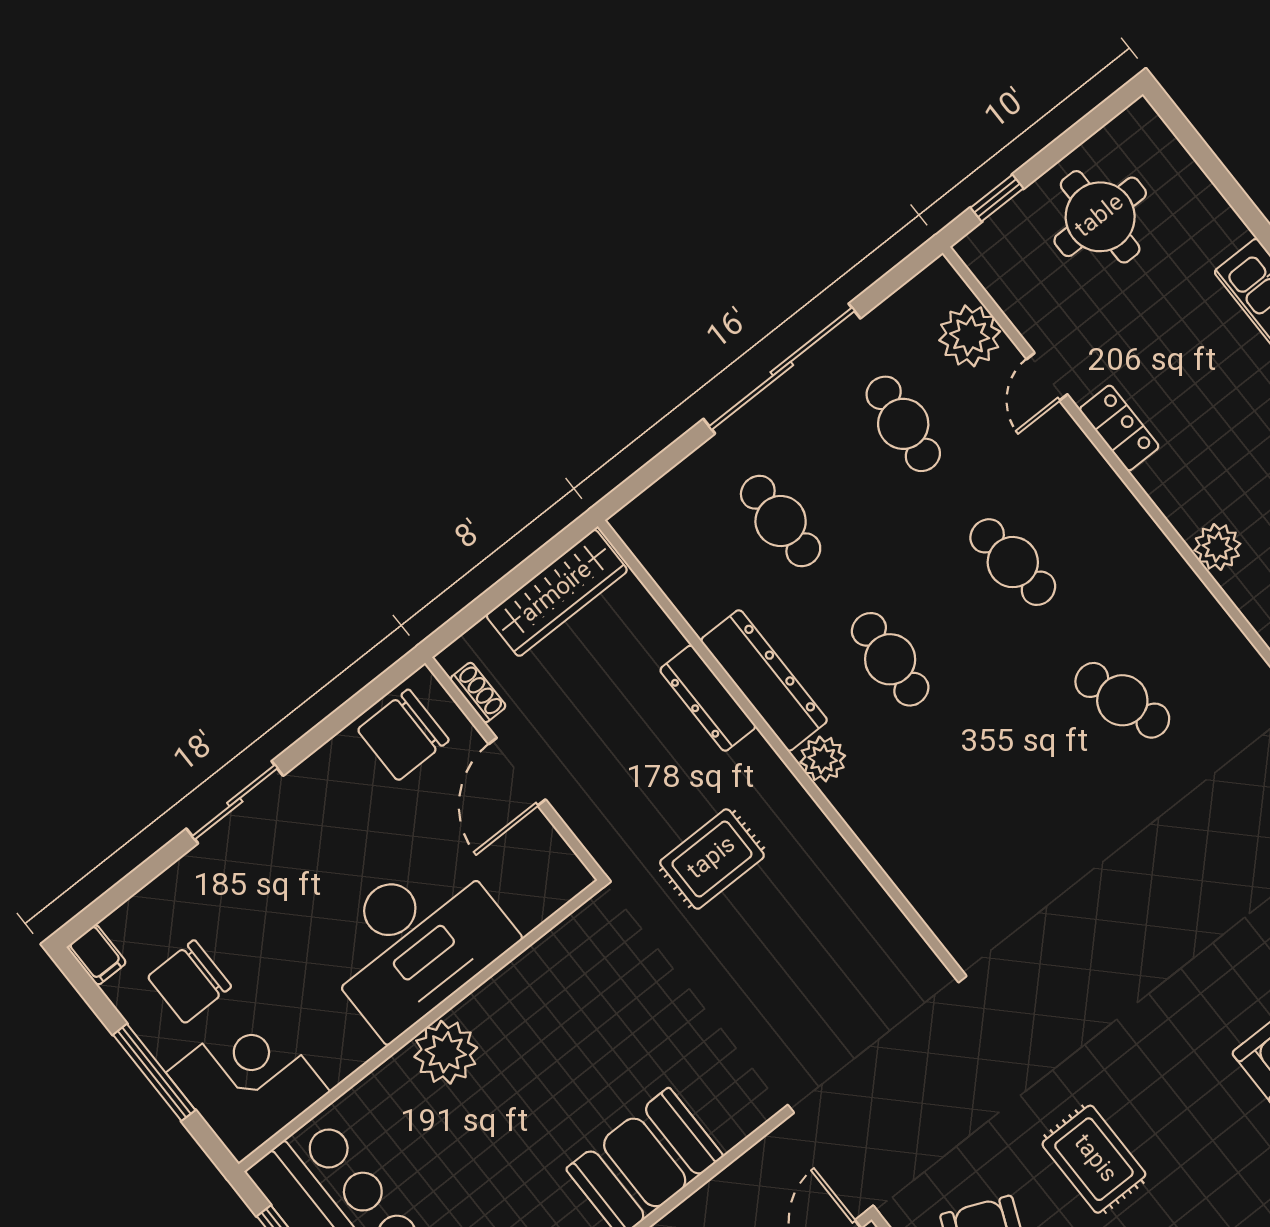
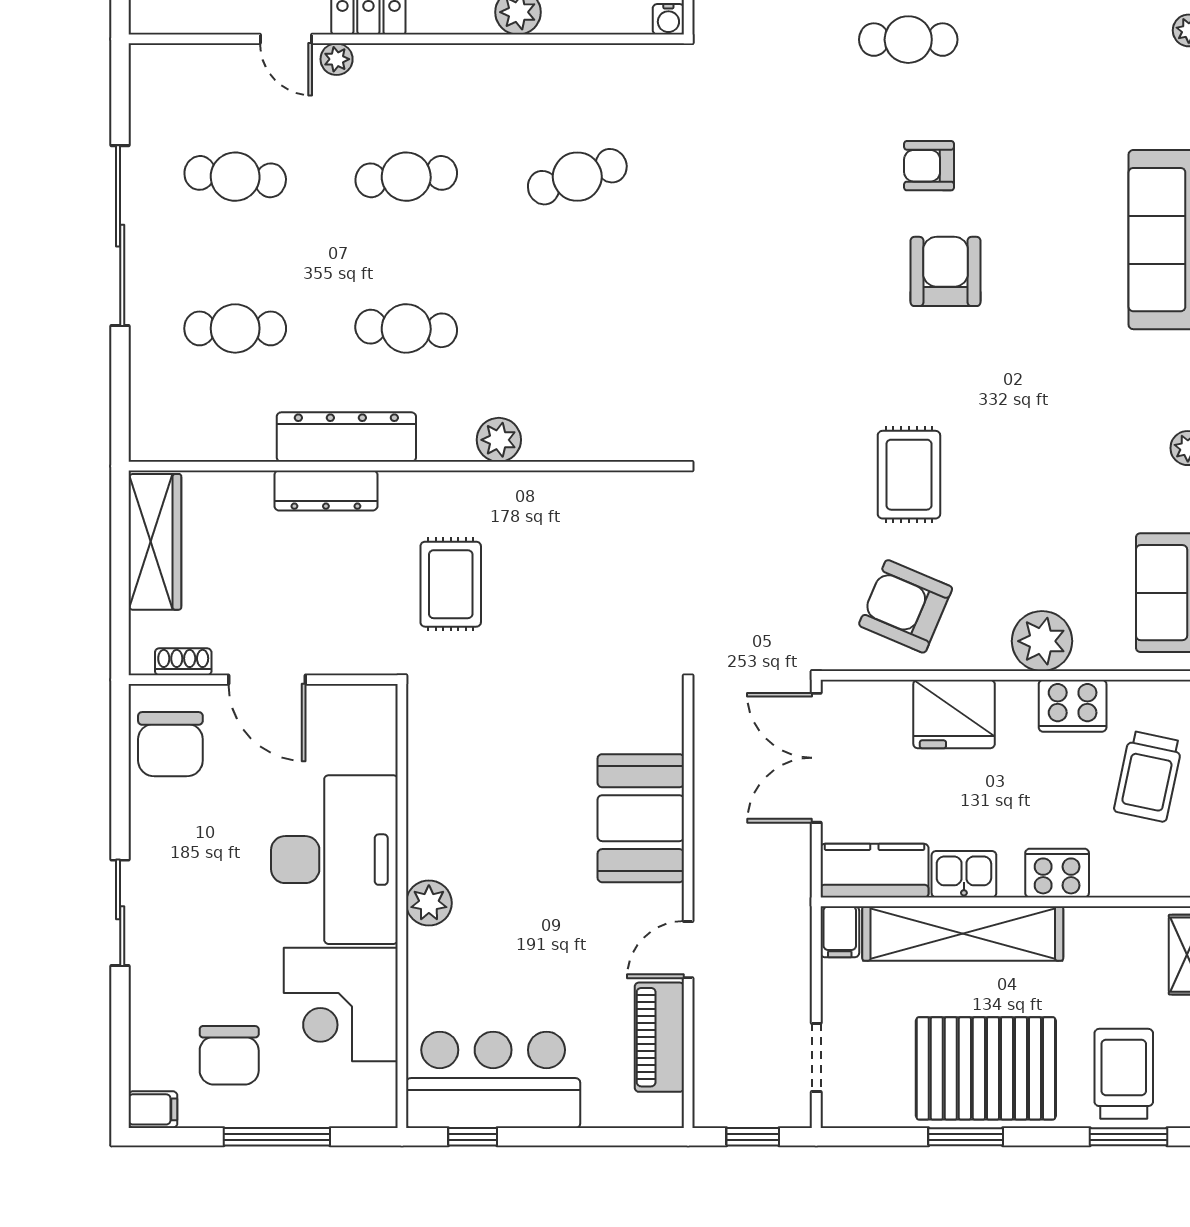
plant: (970, 336) -> (337, 59), moved, width x0.53, depth x0.53
plant: (823, 759) -> (499, 440), moved
plant: (446, 1052) -> (429, 903), width x0.73, depth x0.73
corner desk: (248, 1082) -> (341, 1004), moved, turned -90
rug: (1094, 1159) -> (909, 475), turned 90

